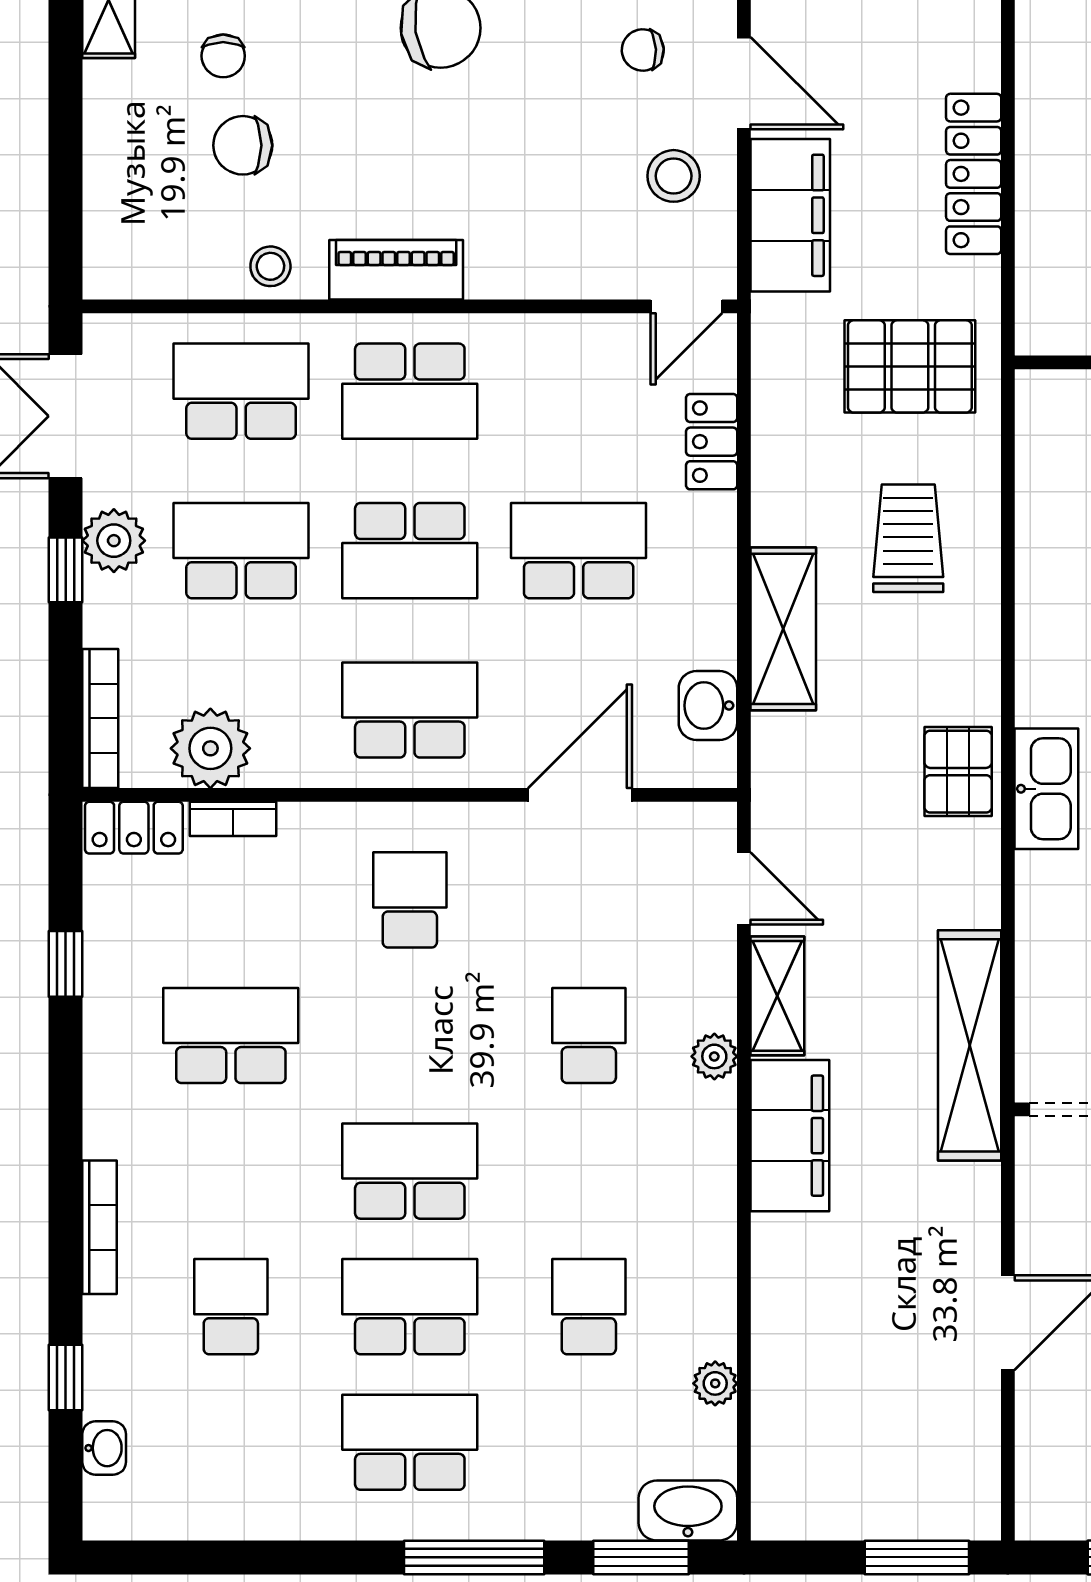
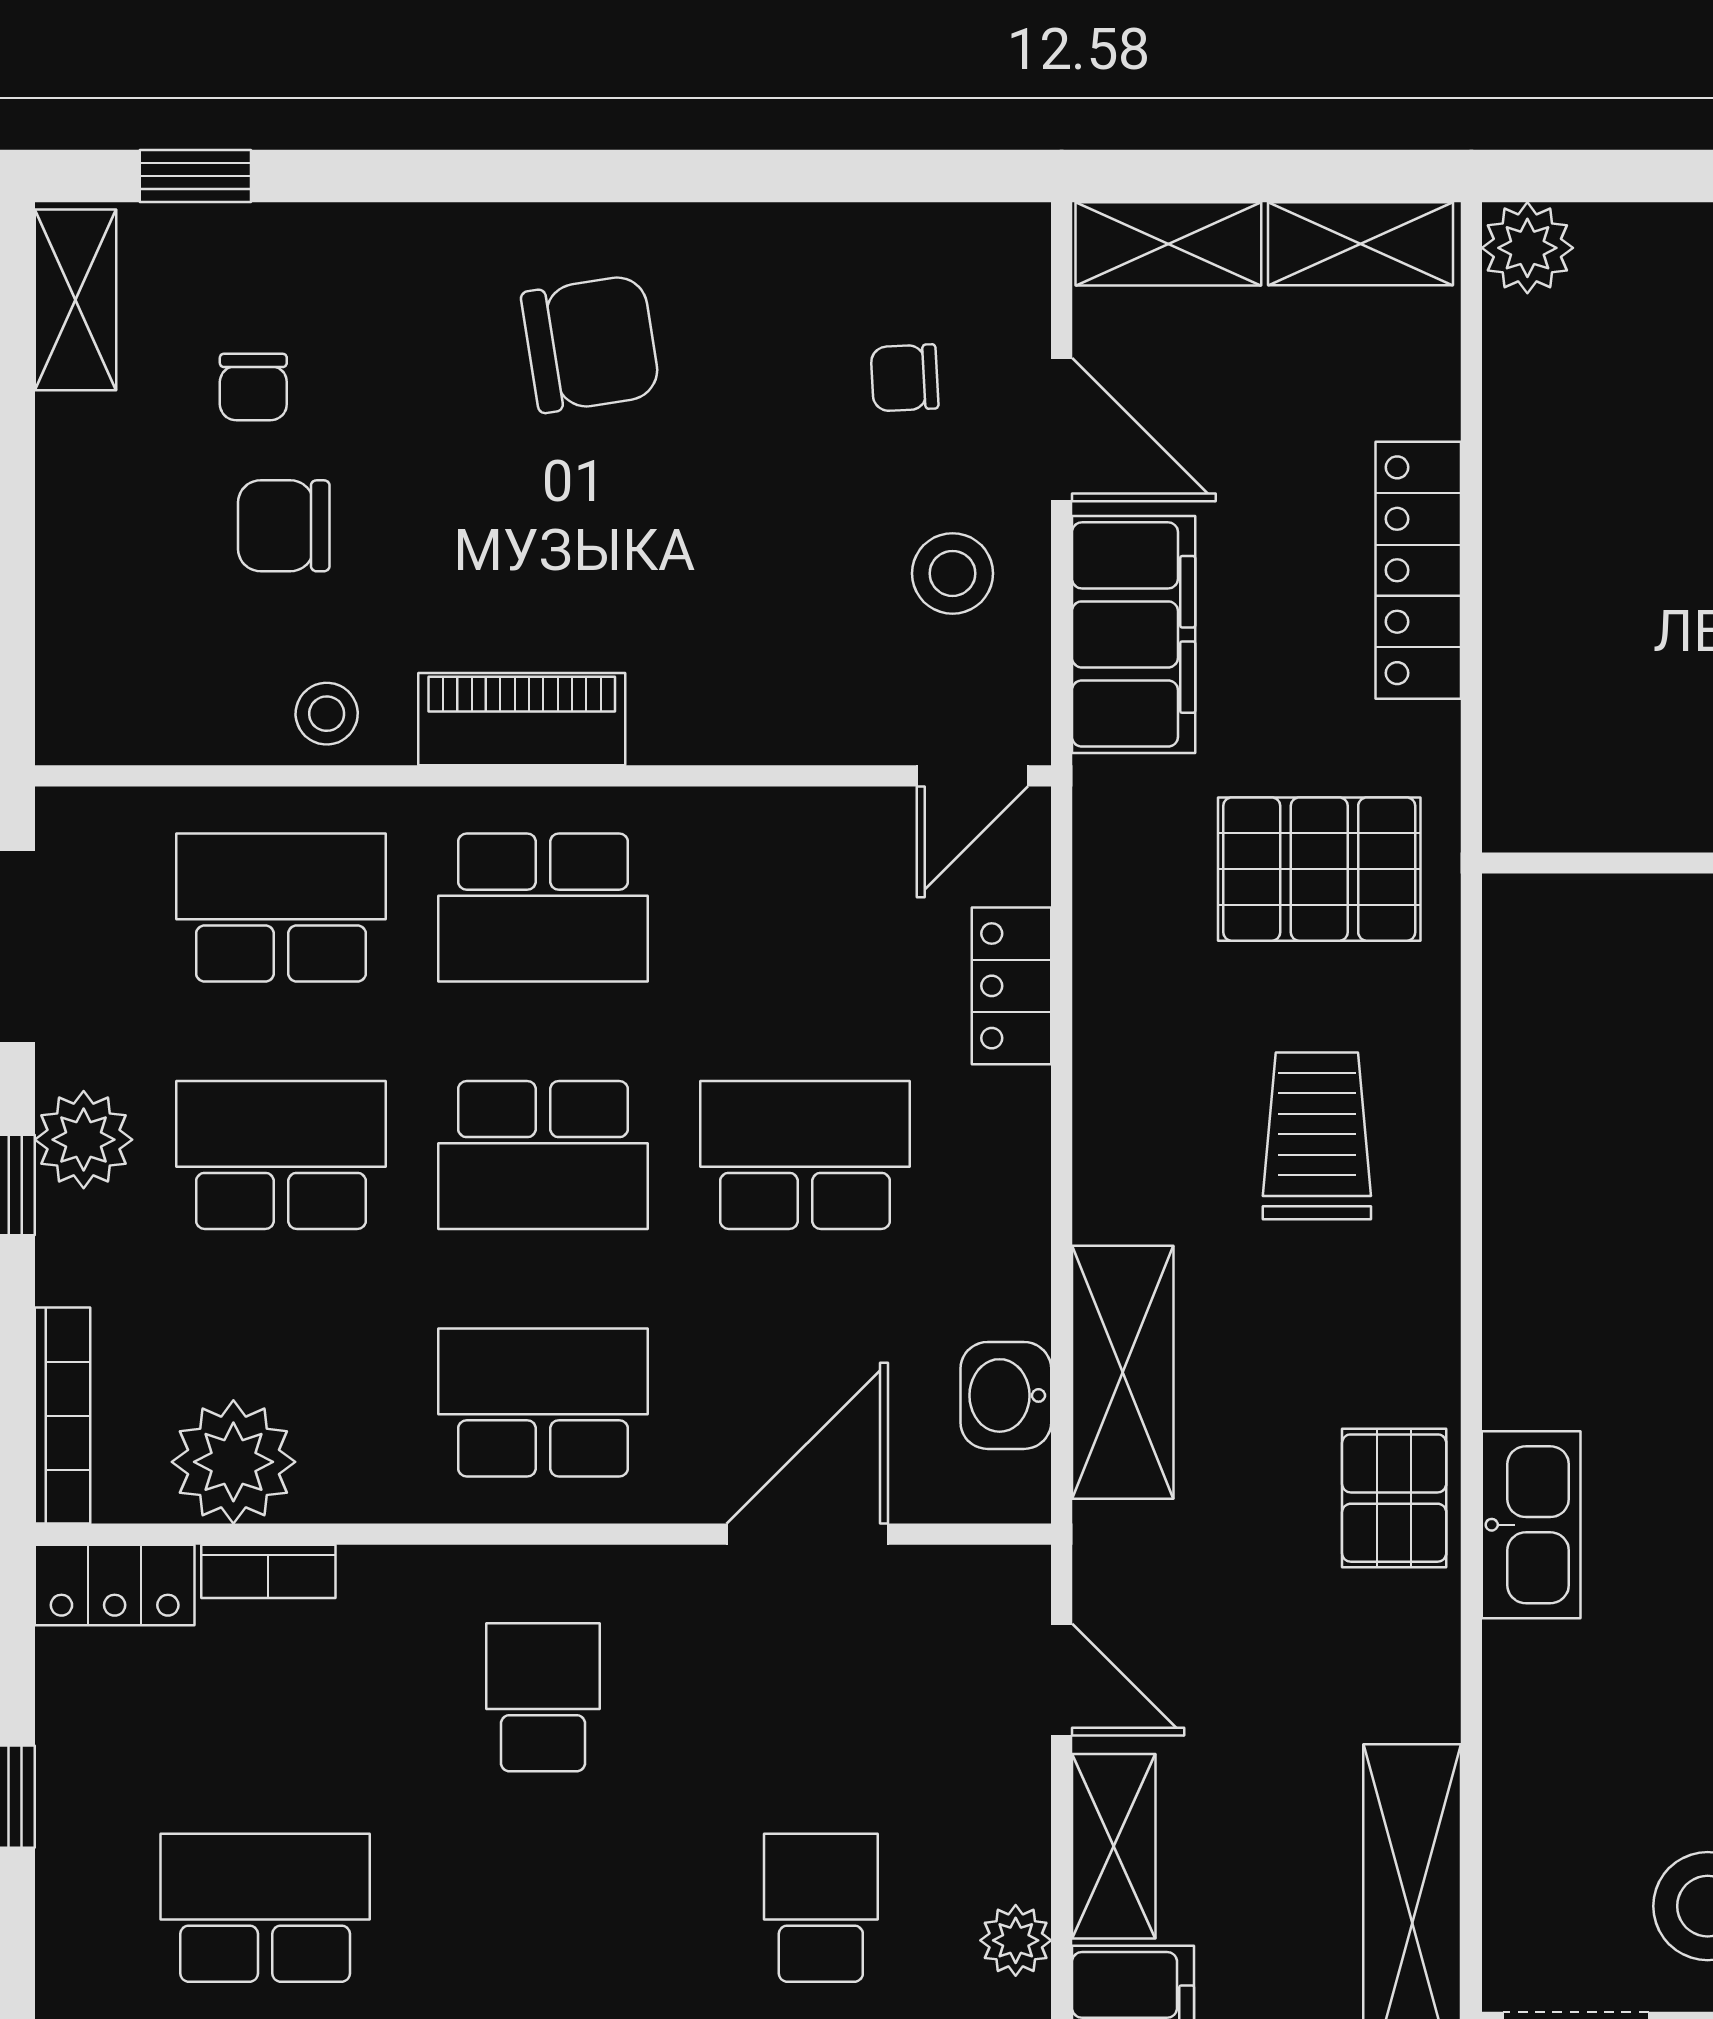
shelving: (783, 629) -> (1123, 1372), moved

